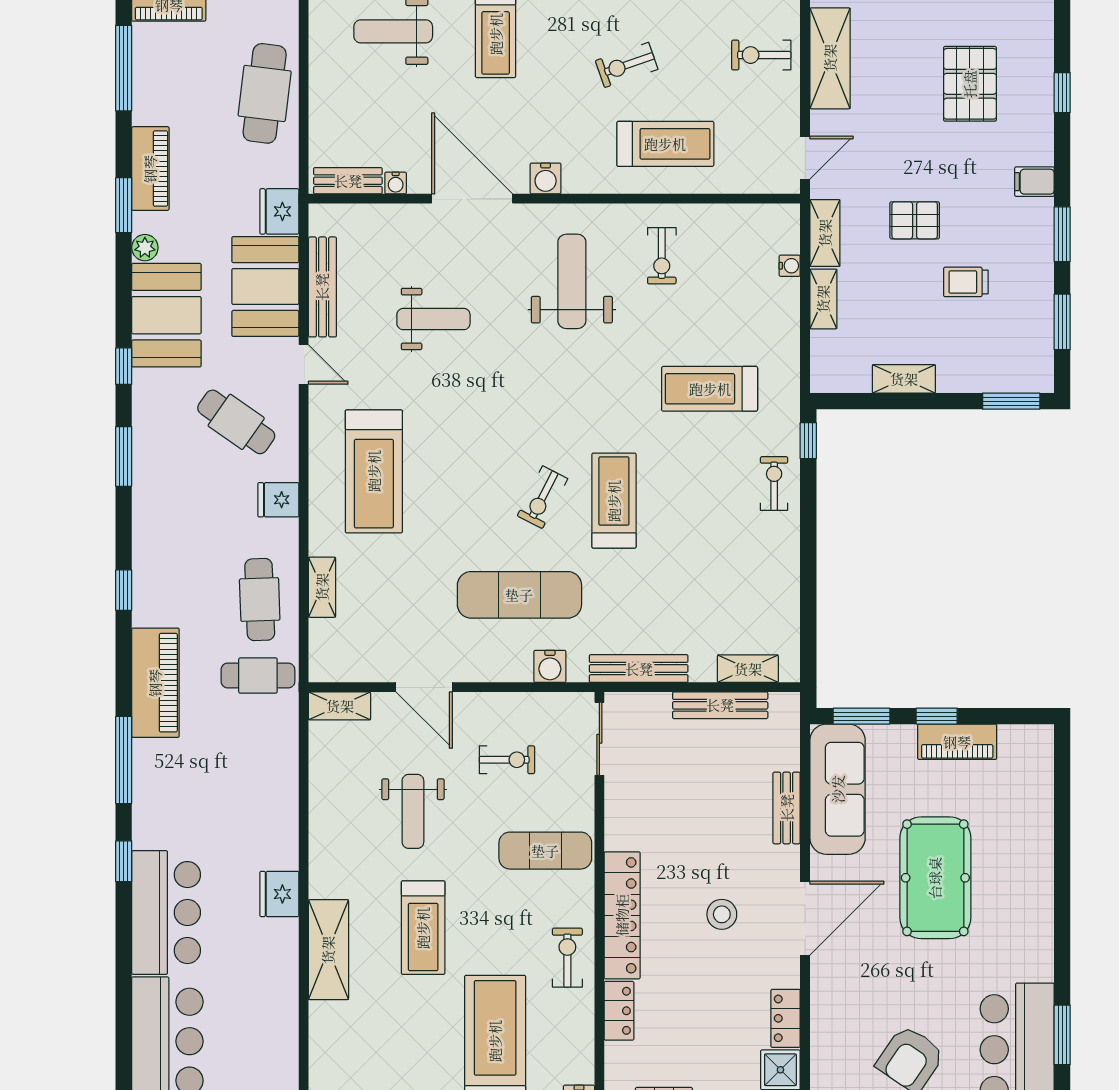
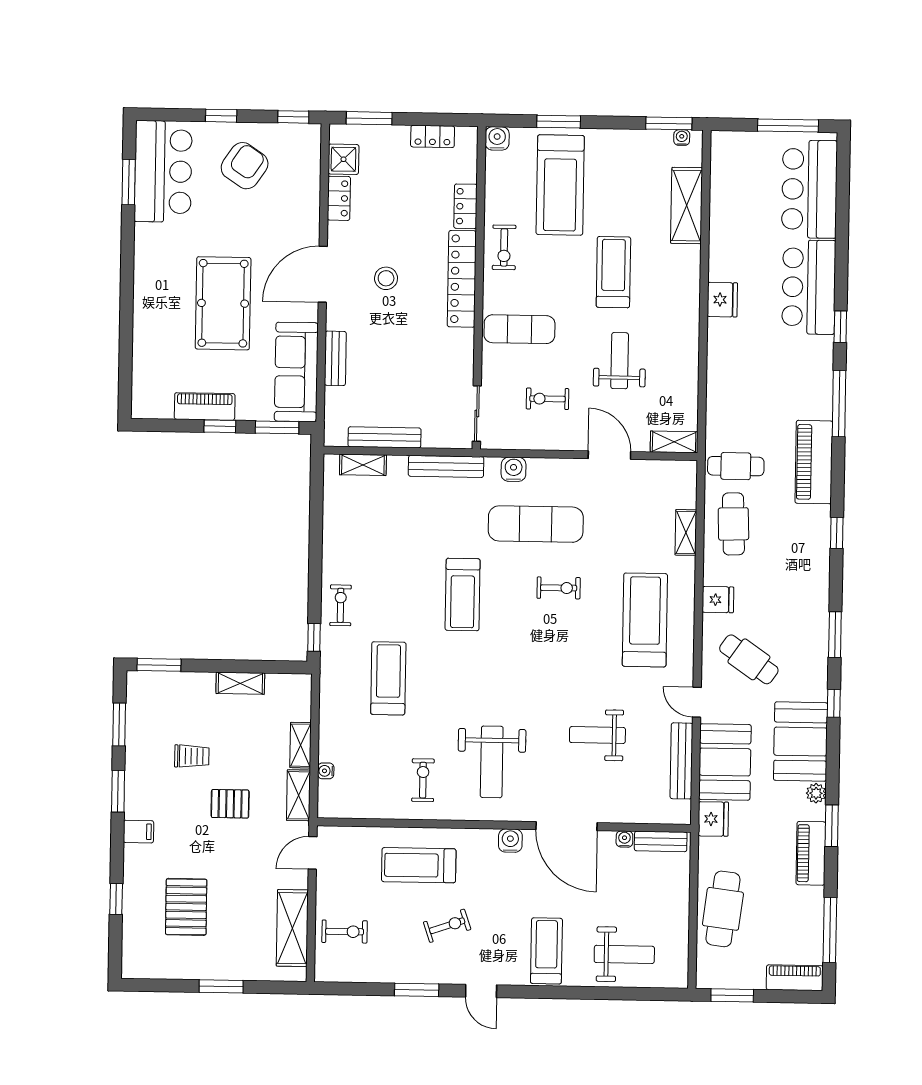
treadmill: (710, 389) -> (388, 678), turned -90
exercise bike: (774, 484) -> (341, 605), turned 180
exercise bike: (542, 497) -> (559, 588), moved, turned 63
shelving: (328, 950) -> (687, 206), moved

